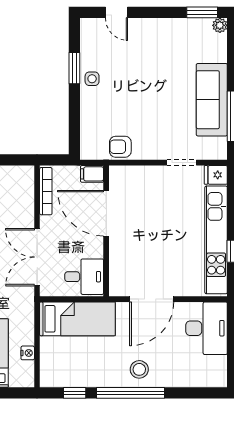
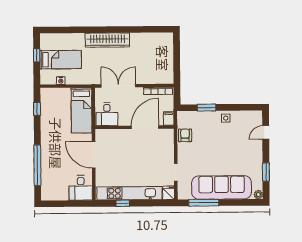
window: (202, 12) -> (266, 172), moved
window: (74, 68) -> (207, 108), moved
sofa: (212, 100) -> (222, 188), width x1.36, depth x1.27
desk: (207, 328) -> (81, 188), width x0.73
stool: (139, 369) -> (51, 148), removed
window: (131, 393) -> (37, 165), moved

